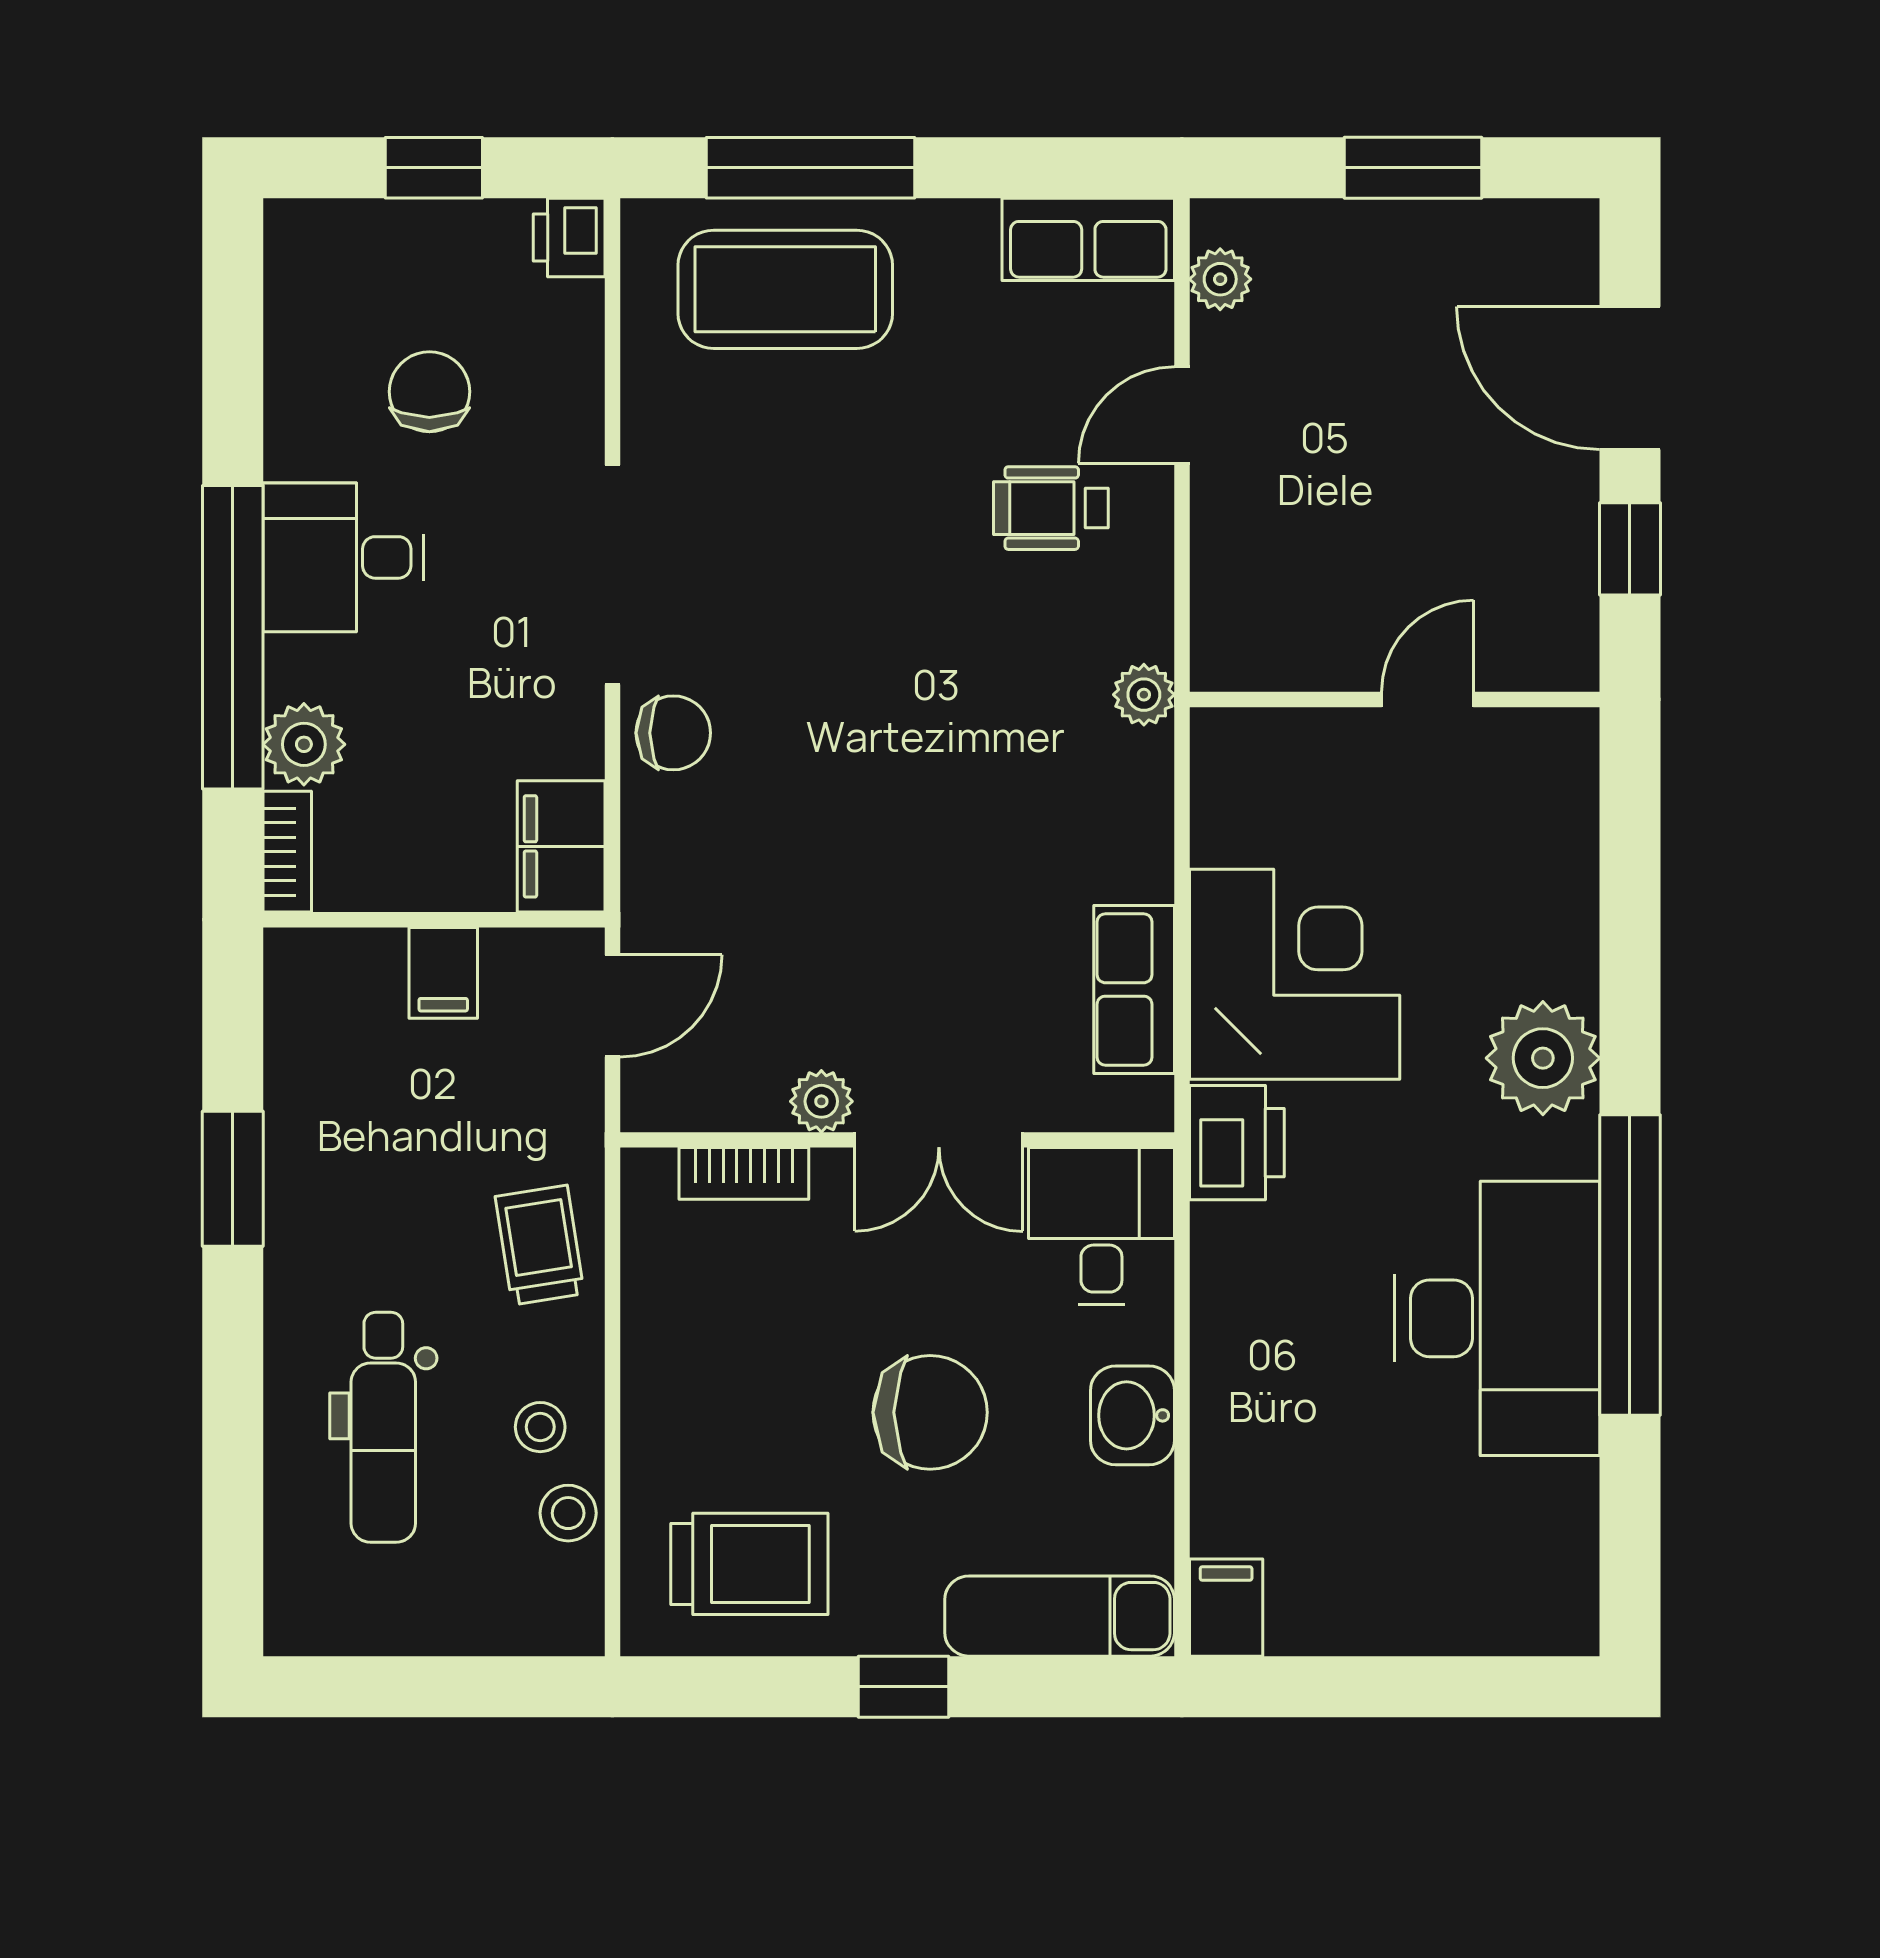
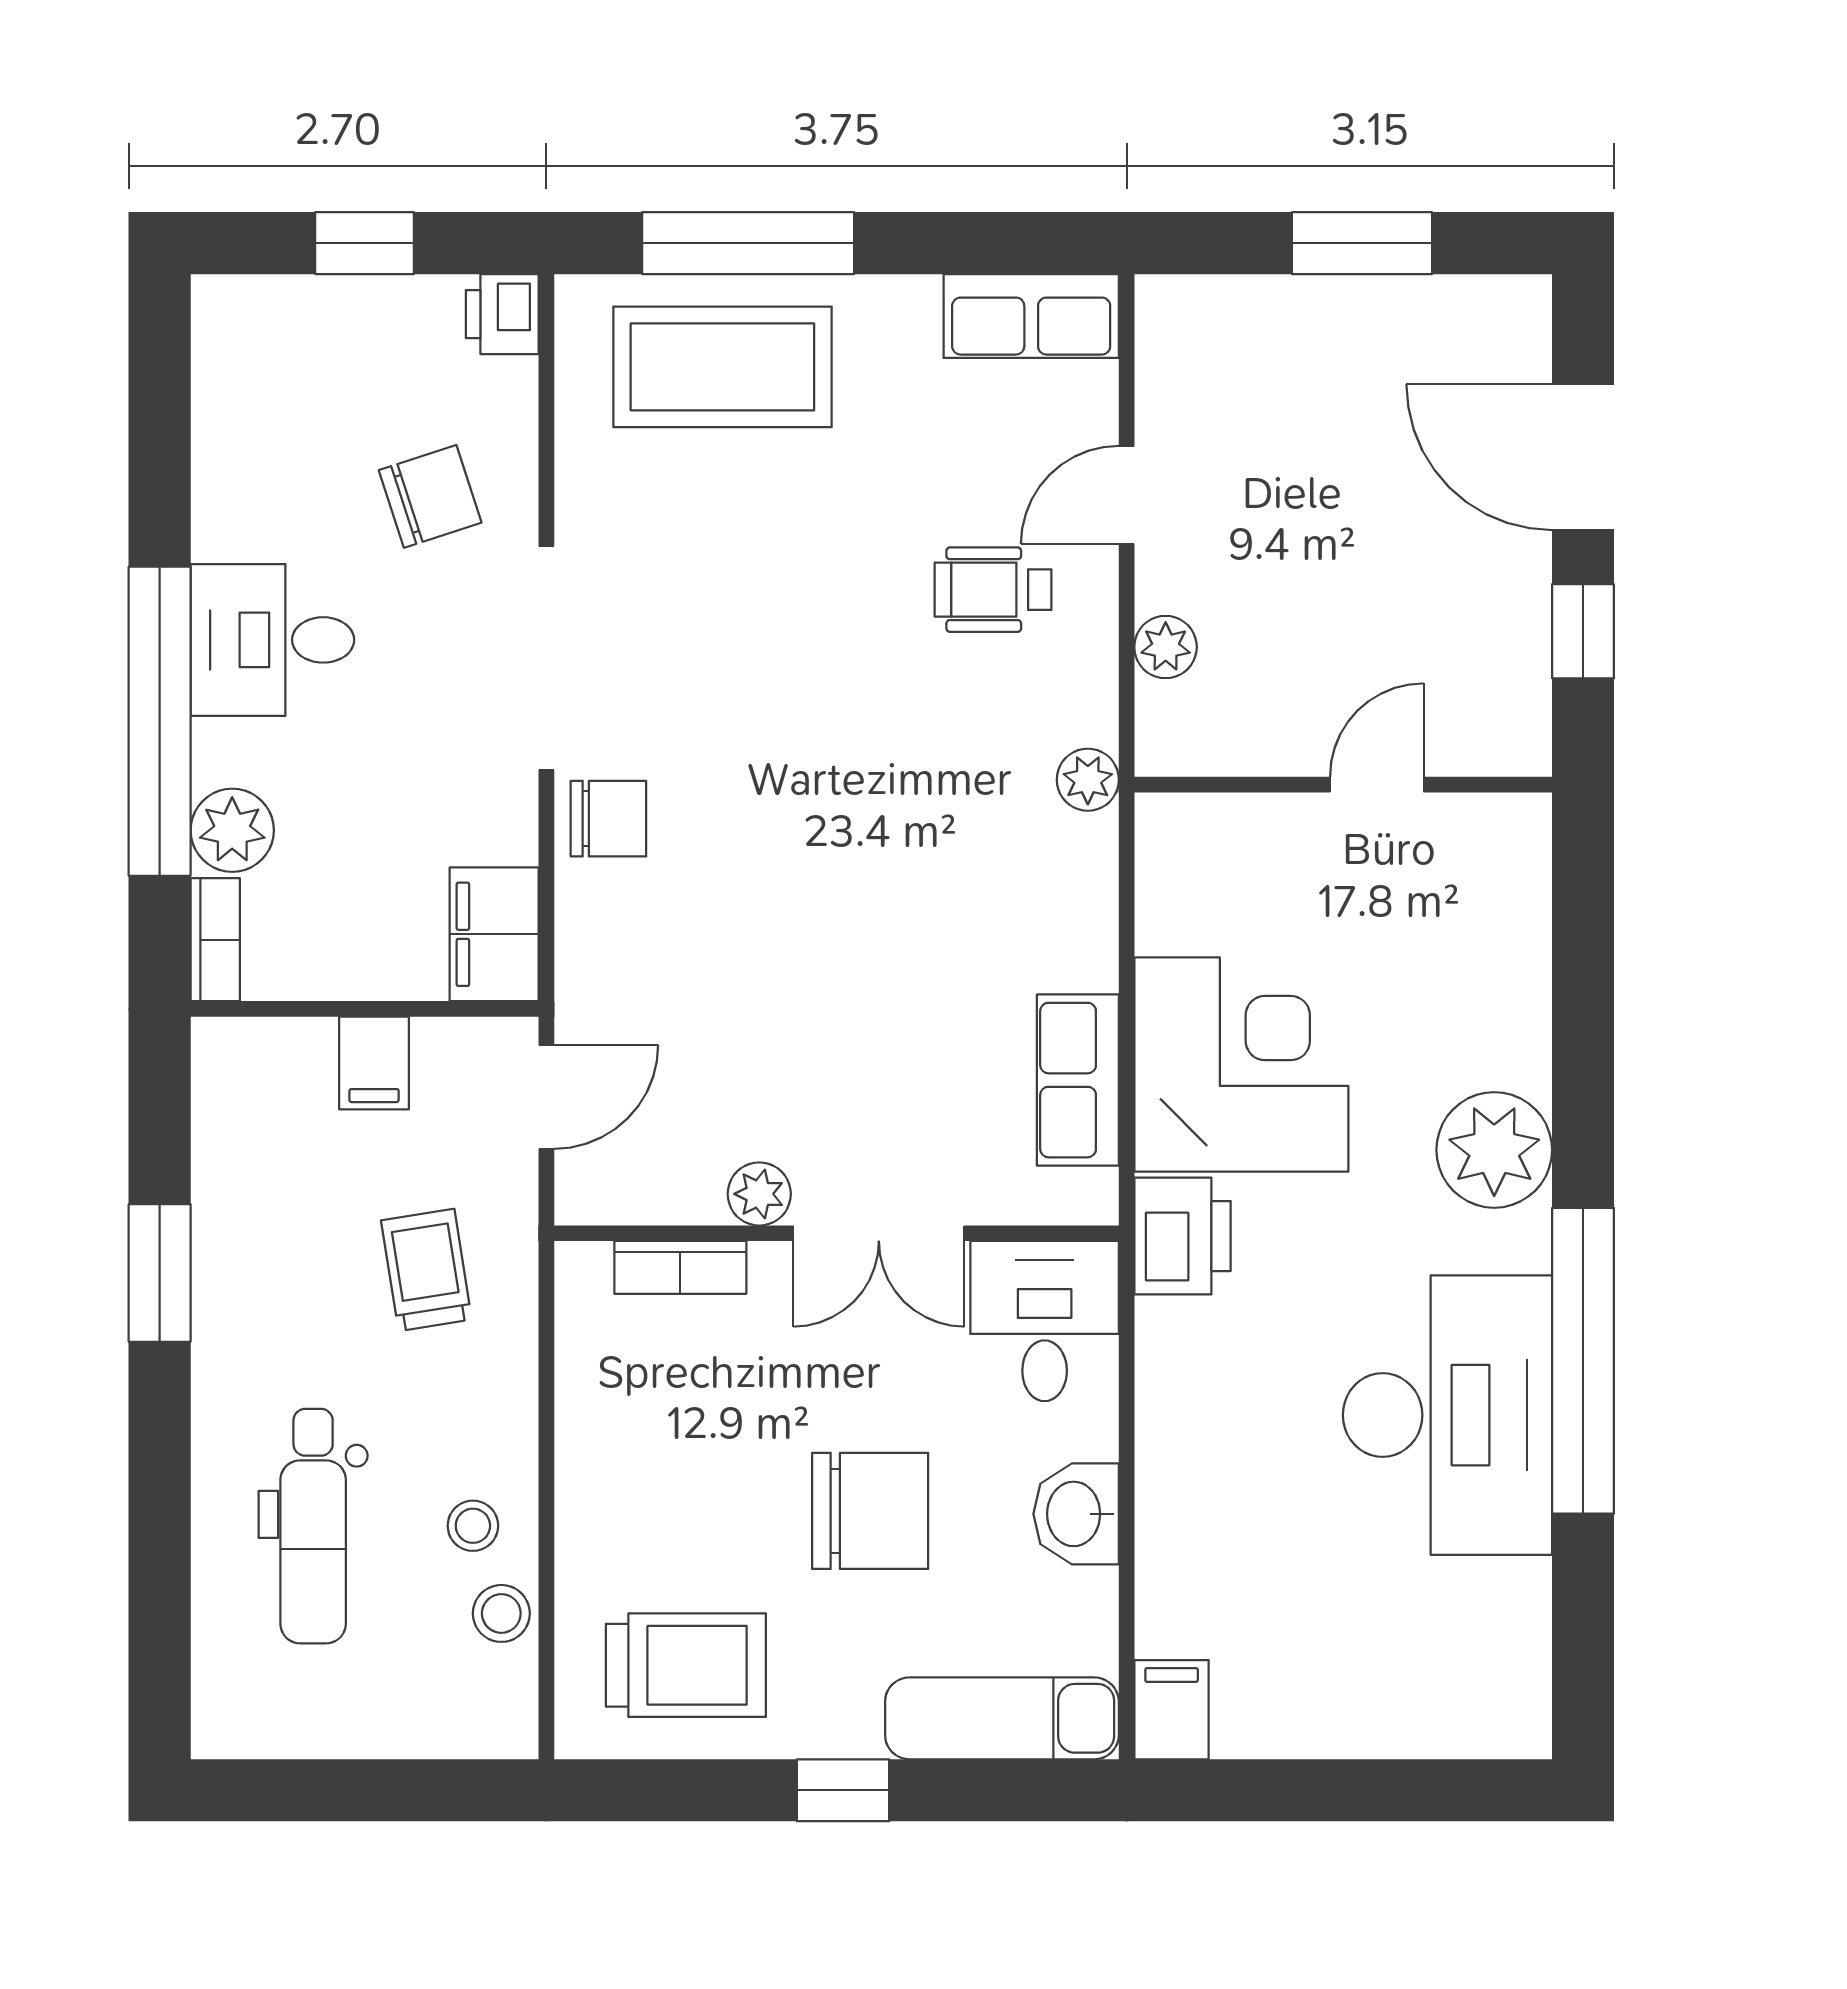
plant: (1220, 279) -> (1166, 647), moved
chair: (429, 392) -> (430, 496), moved, turned 72
trolley: (540, 1245) -> (426, 1270), moved

